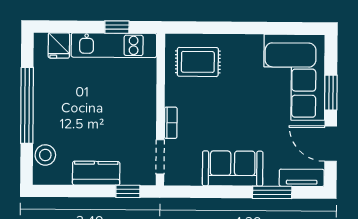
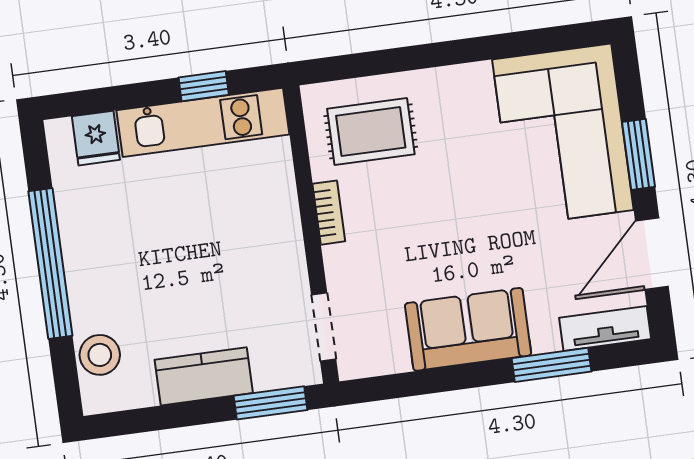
bookcase: (171, 123) -> (329, 213), moved
door: (331, 144) -> (652, 254), hinge flipped
window: (128, 191) -> (271, 403), width x1.50

